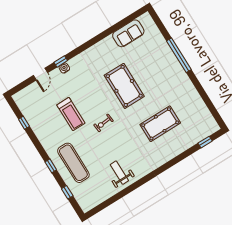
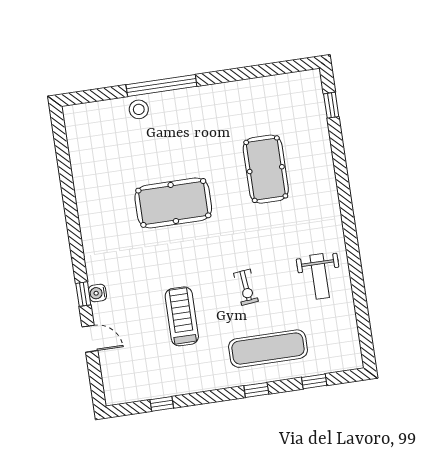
sofa: (128, 33) -> (85, 156), removed
stool: (162, 49) -> (139, 109), added
treadmill: (71, 114) -> (182, 316), turned -90
exercise bike: (103, 123) -> (246, 287), moved
weight bench: (119, 173) -> (320, 276), turned -90

